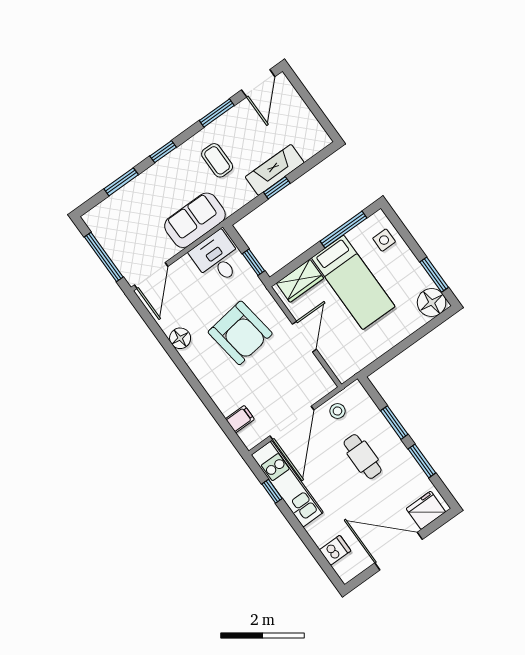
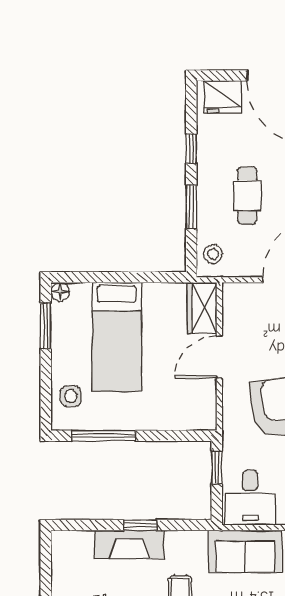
wardrobe: (300, 281) -> (202, 308), moved, turned -90
bed: (353, 282) -> (117, 337), moved, turned 180
floor lamp: (432, 303) -> (60, 292), width x0.53, depth x0.53
stool: (337, 411) -> (213, 254), moved
window: (422, 461) -> (191, 149), width x0.67

